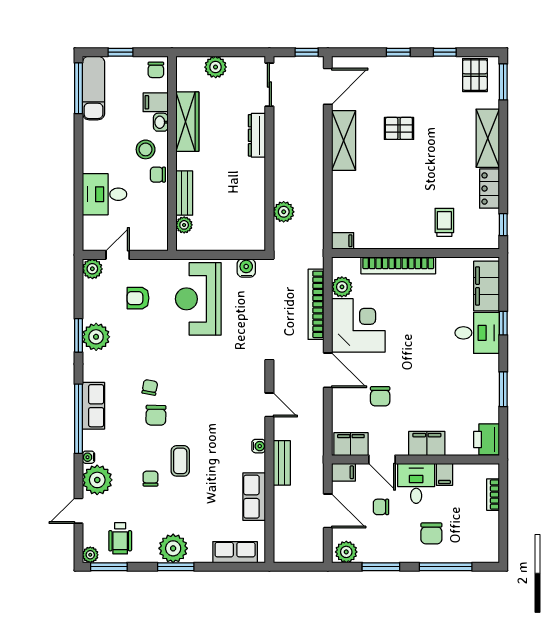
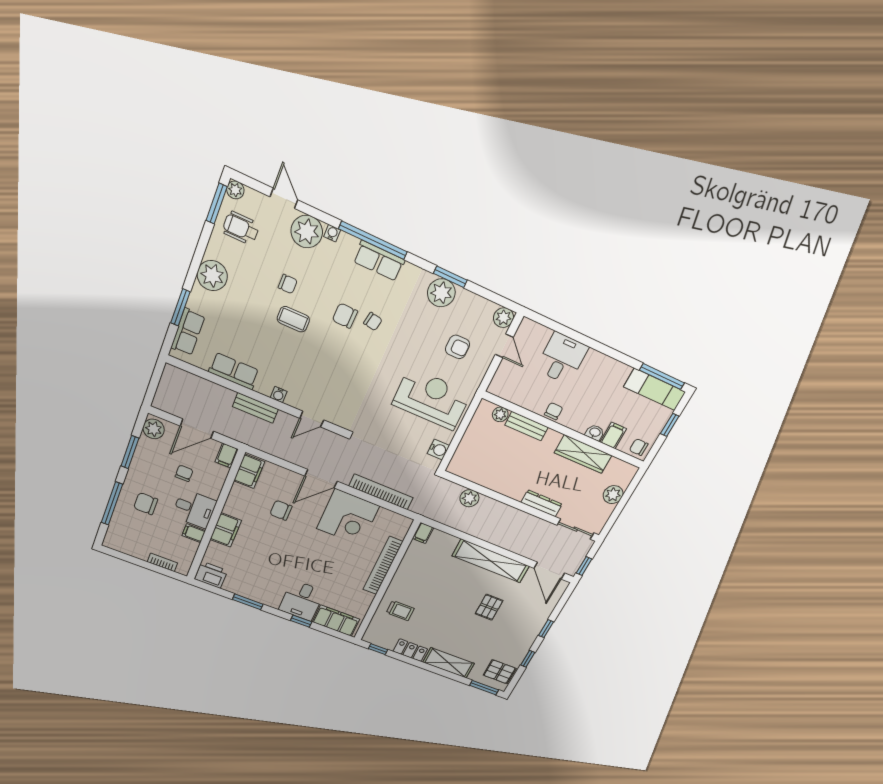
shelving: (344, 140) -> (491, 561), width x1.47
stool: (146, 149) -> (580, 410), removed
plant: (342, 287) -> (386, 518), removed
armchair: (138, 298) -> (458, 347), turned 90
door: (382, 459) -> (226, 490), removed
window: (176, 567) -> (180, 307), moved

